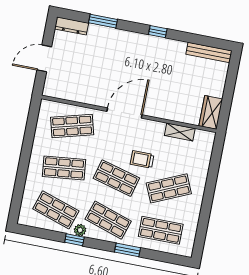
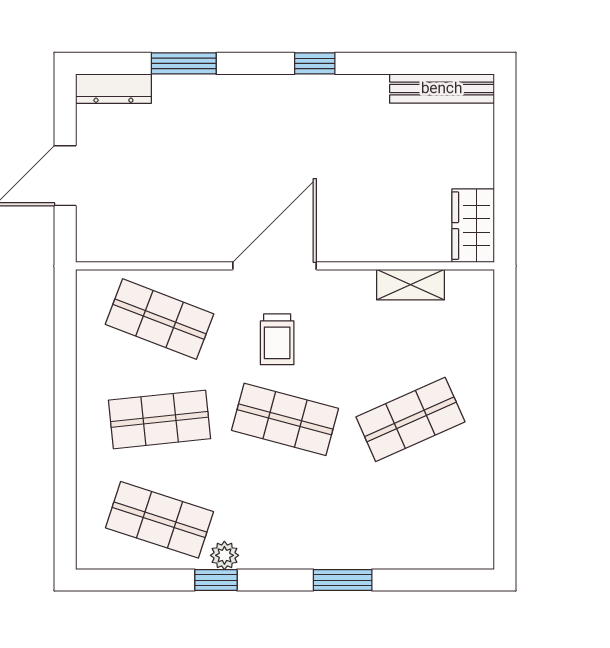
shop shelf: (72, 126) -> (160, 319), turned 36
trolley: (142, 159) -> (277, 339), moved, turned -90
shop shelf: (108, 220) -> (285, 520), removed
shop shelf: (161, 230) -> (410, 520), removed

